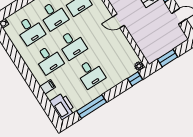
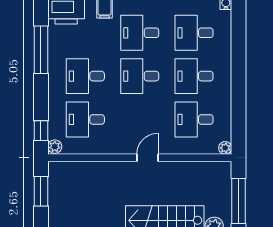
door: (119, 21) -> (148, 158), moved
desk: (114, 59) -> (85, 119), added

